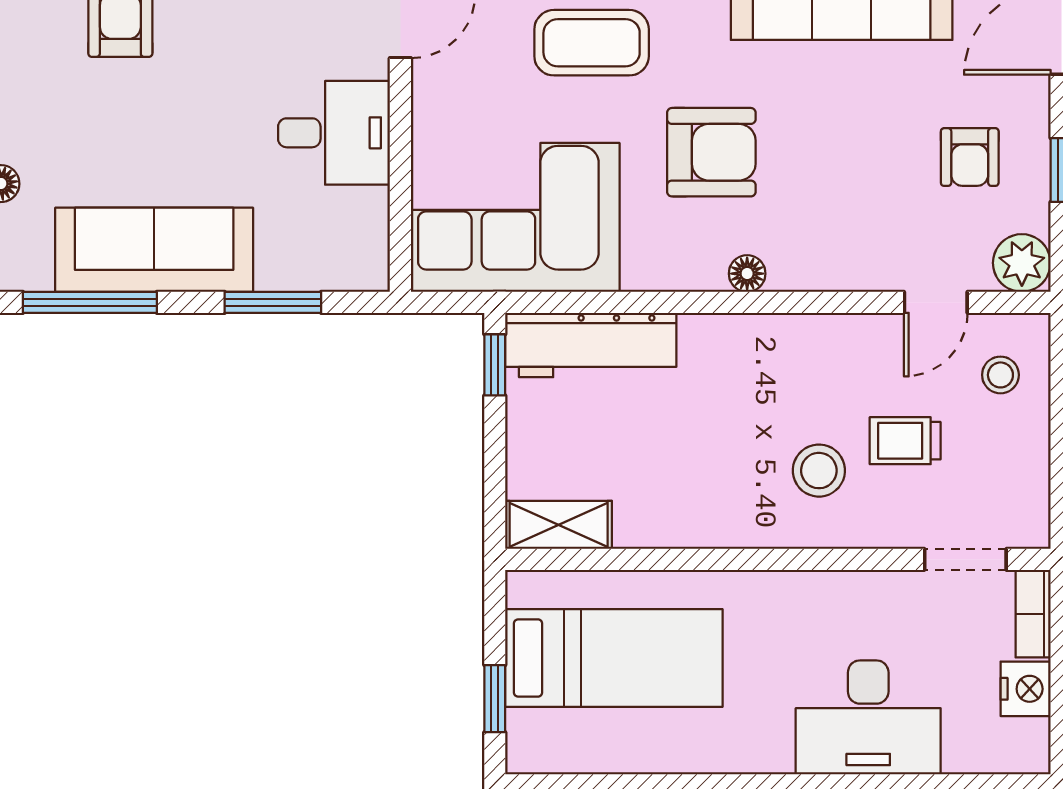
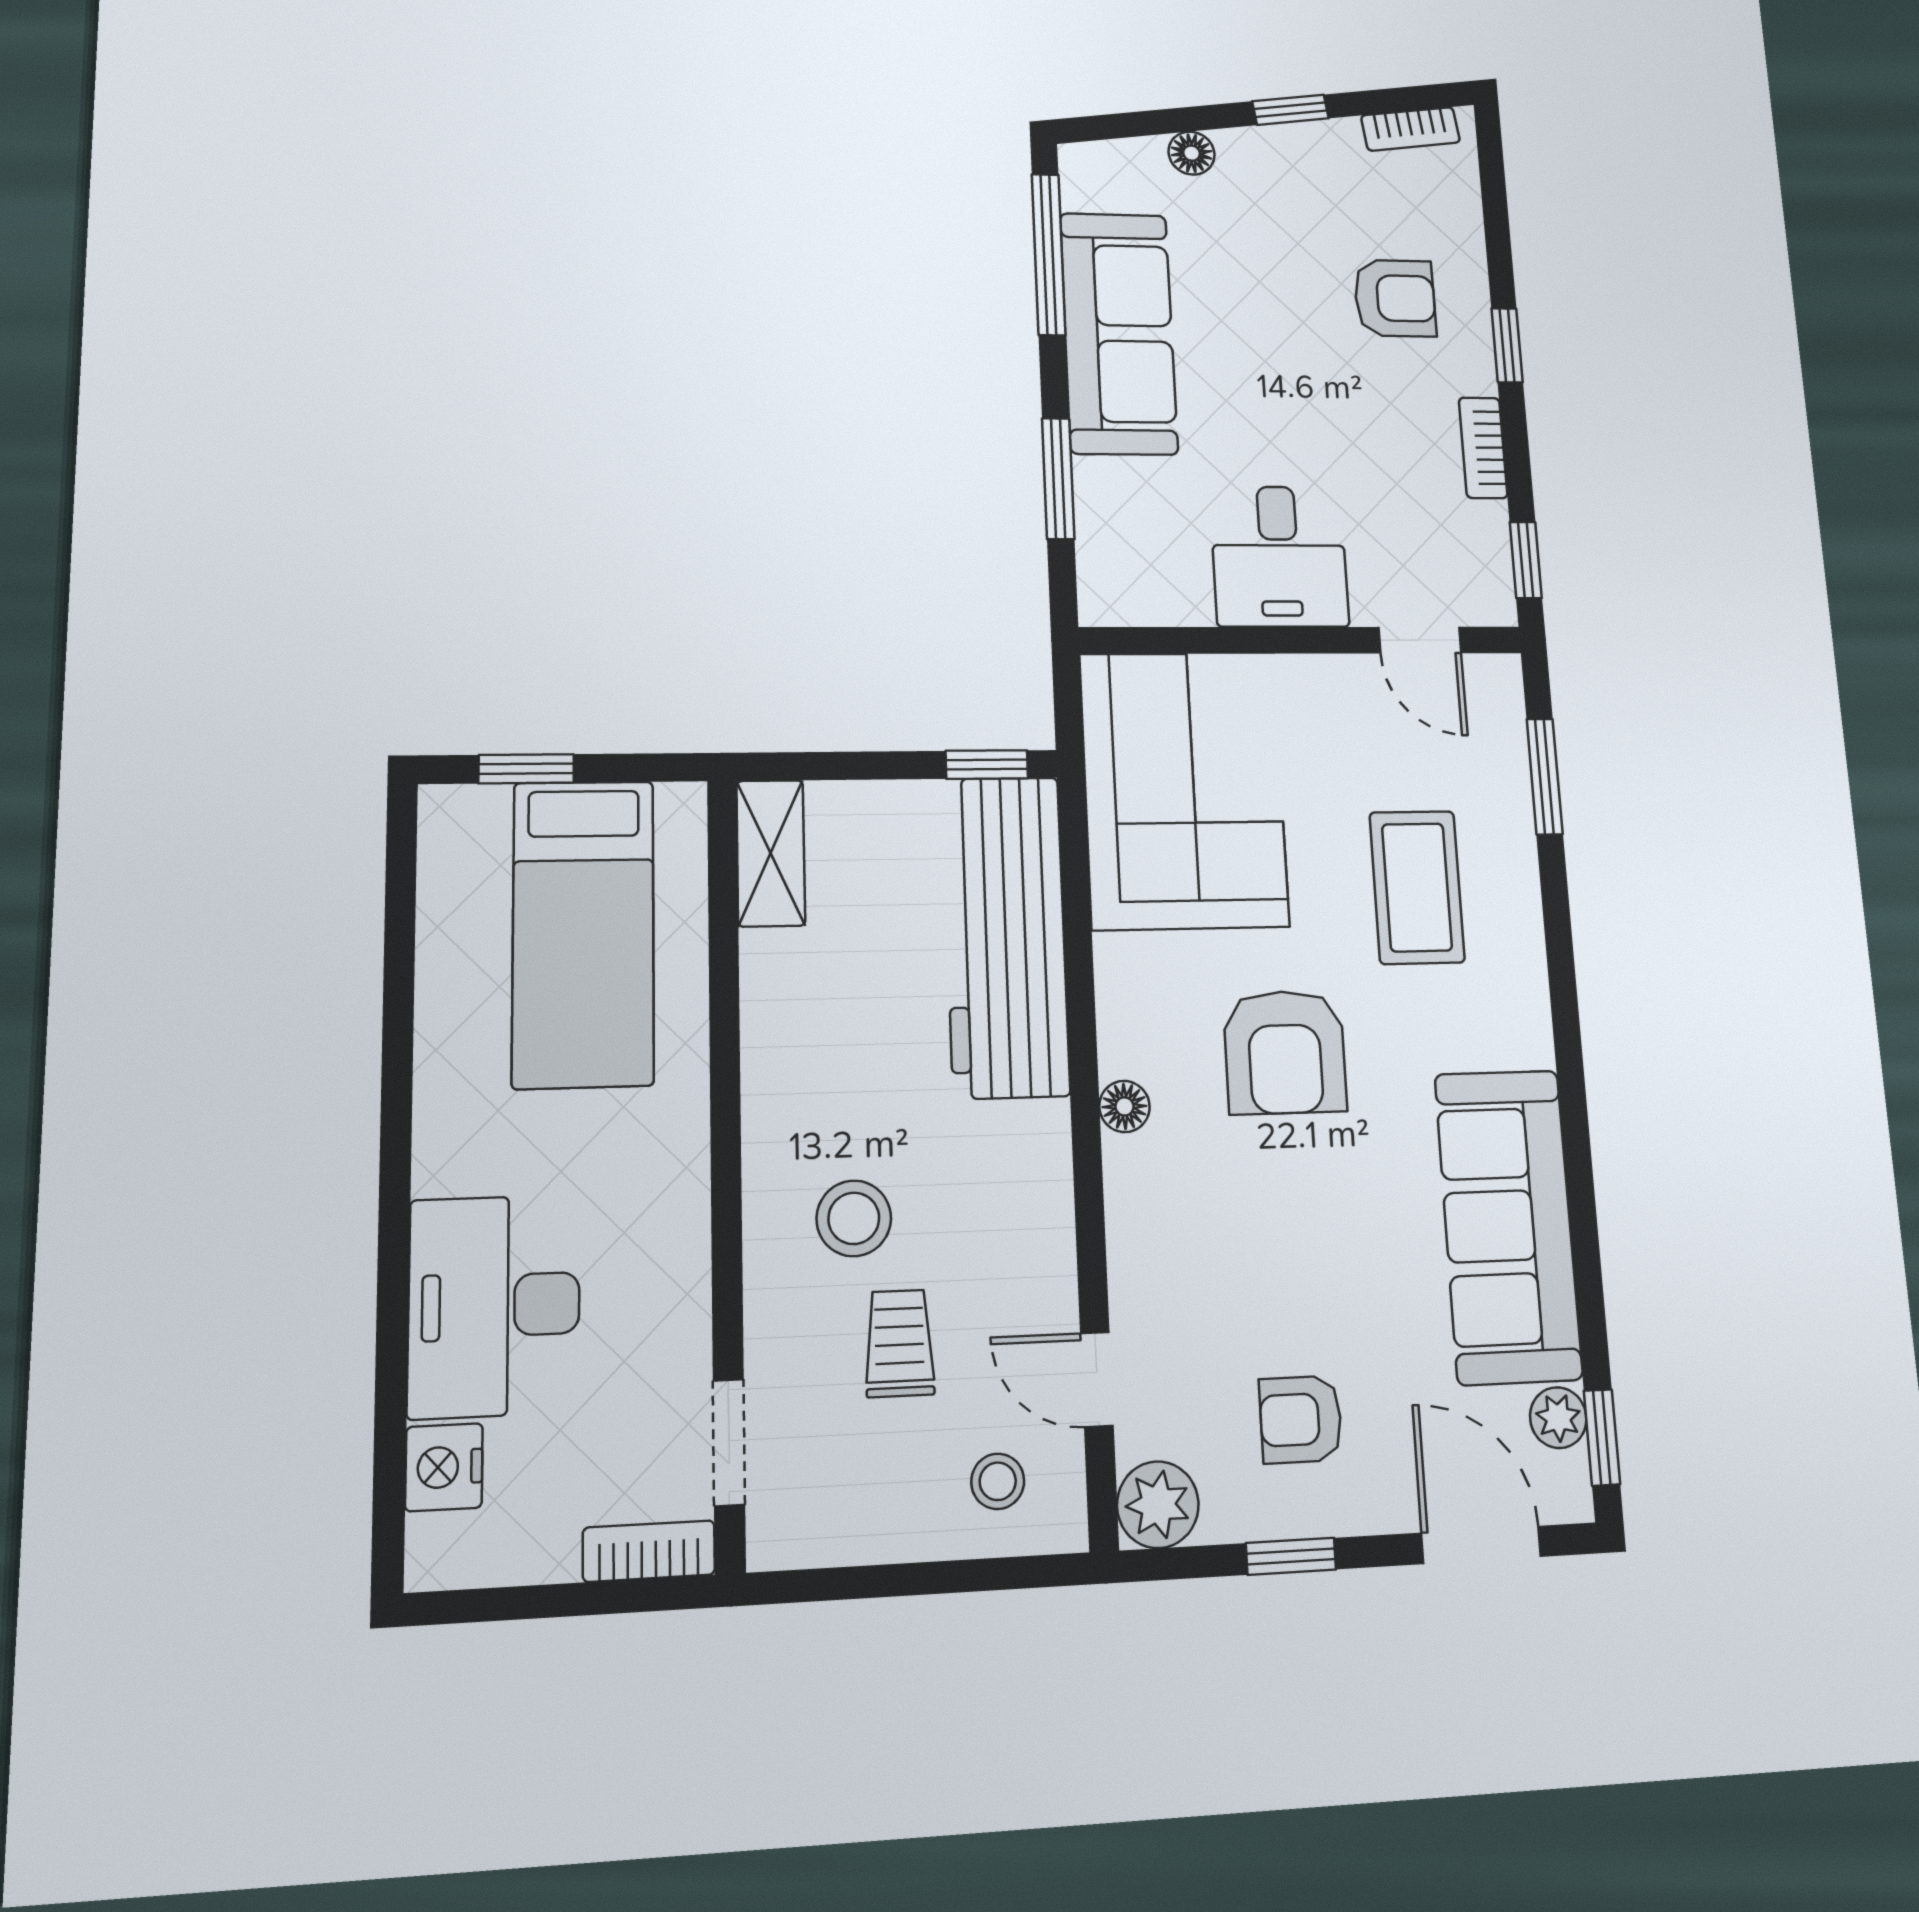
workbench: (591, 345) -> (1006, 936), width x1.36, depth x1.32
nightstand: (1026, 689) -> (444, 1467), moved, turned 90

